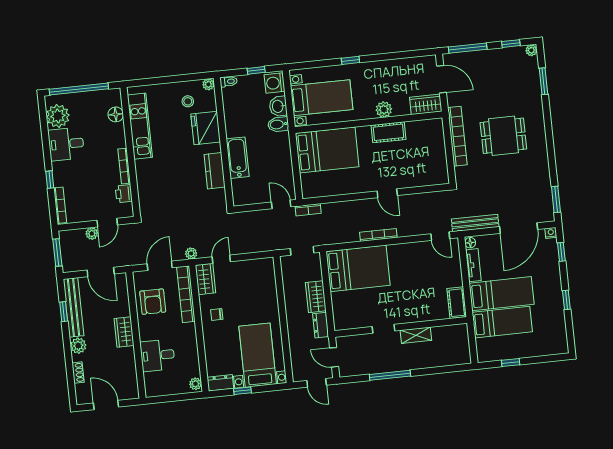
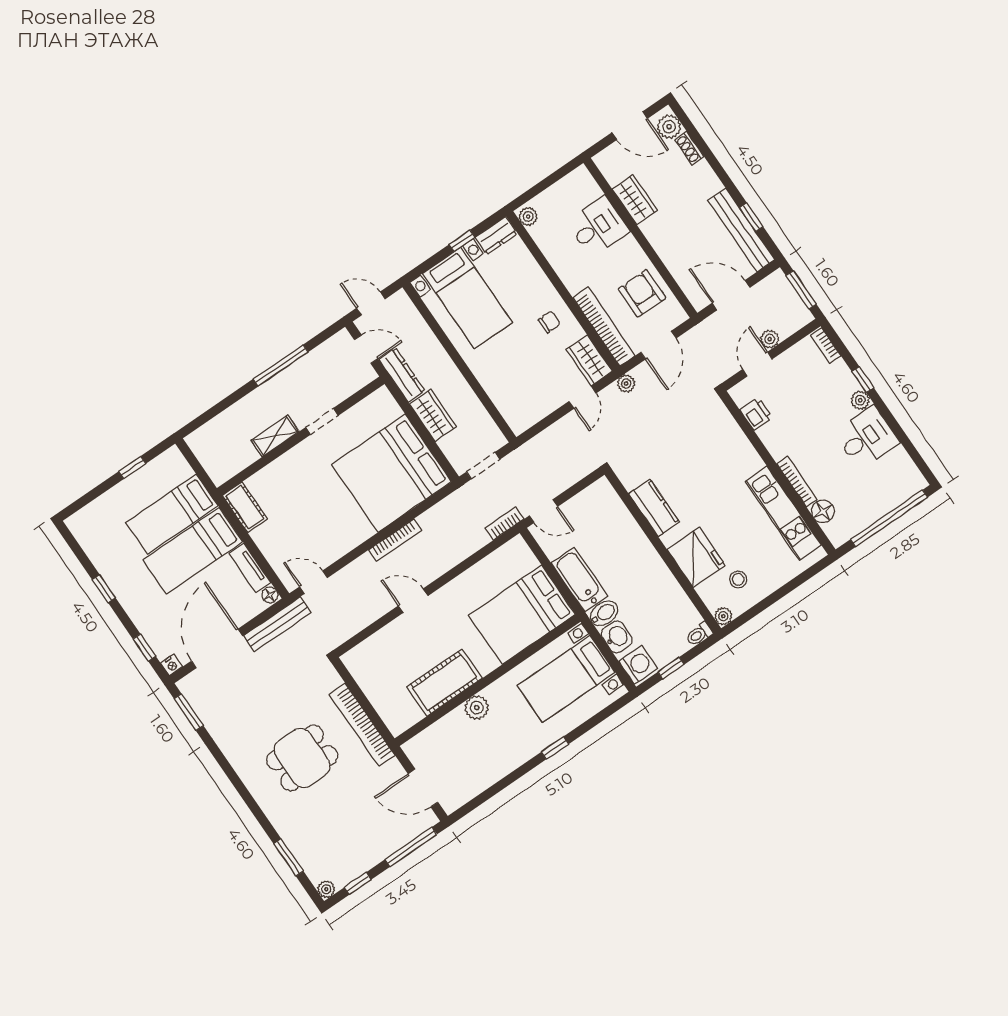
wardrobe: (426, 104) -> (426, 744), removed
plant: (58, 116) -> (860, 400), moved, width x0.53, depth x0.53
cot: (389, 132) -> (444, 683), width x1.37, depth x1.34
bathtub: (238, 158) -> (579, 579), moved, turned 180
bookcase: (124, 166) -> (797, 482), moved
bookcase: (60, 205) -> (826, 346), width x0.64
bed: (358, 268) -> (392, 473), width x1.36
dresser: (321, 325) -> (402, 375), width x1.44
wardrobe: (124, 332) -> (635, 200), moved
plant: (78, 346) -> (669, 127), moved

